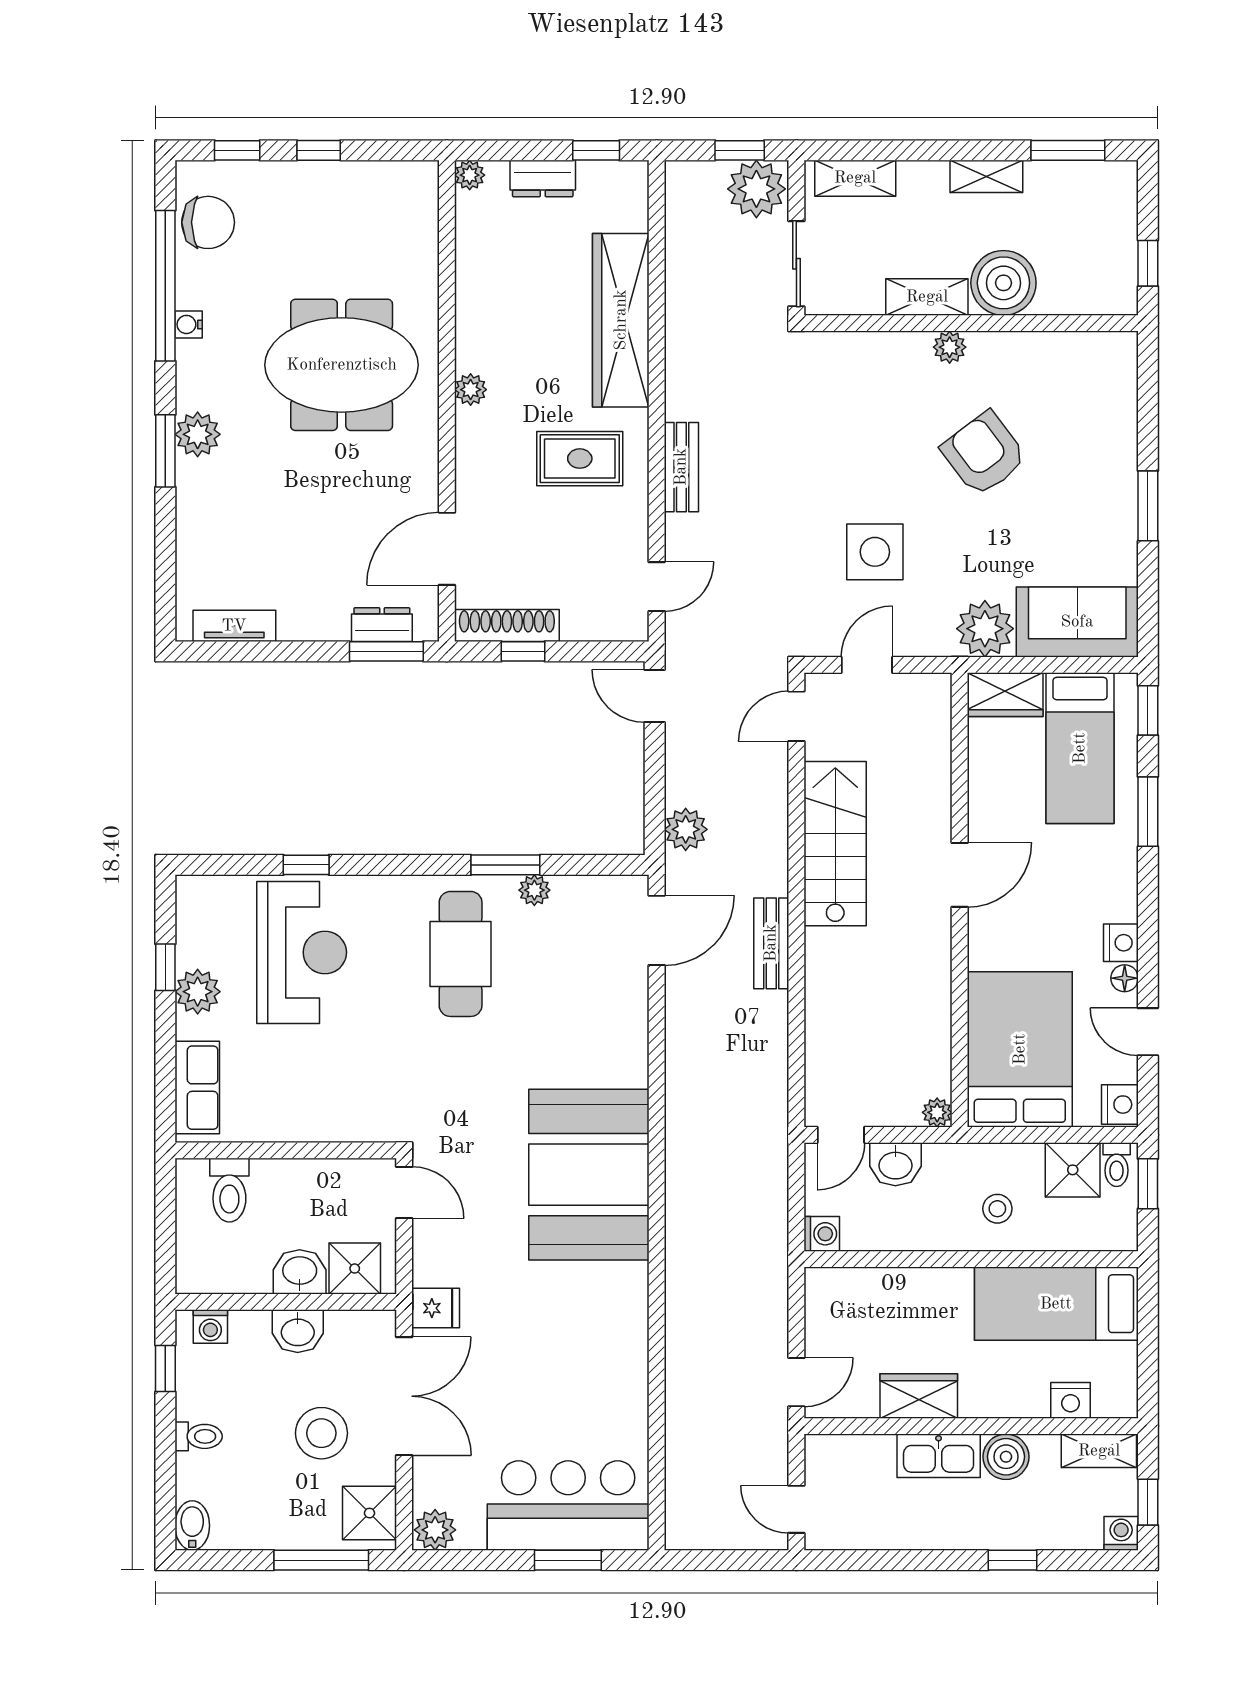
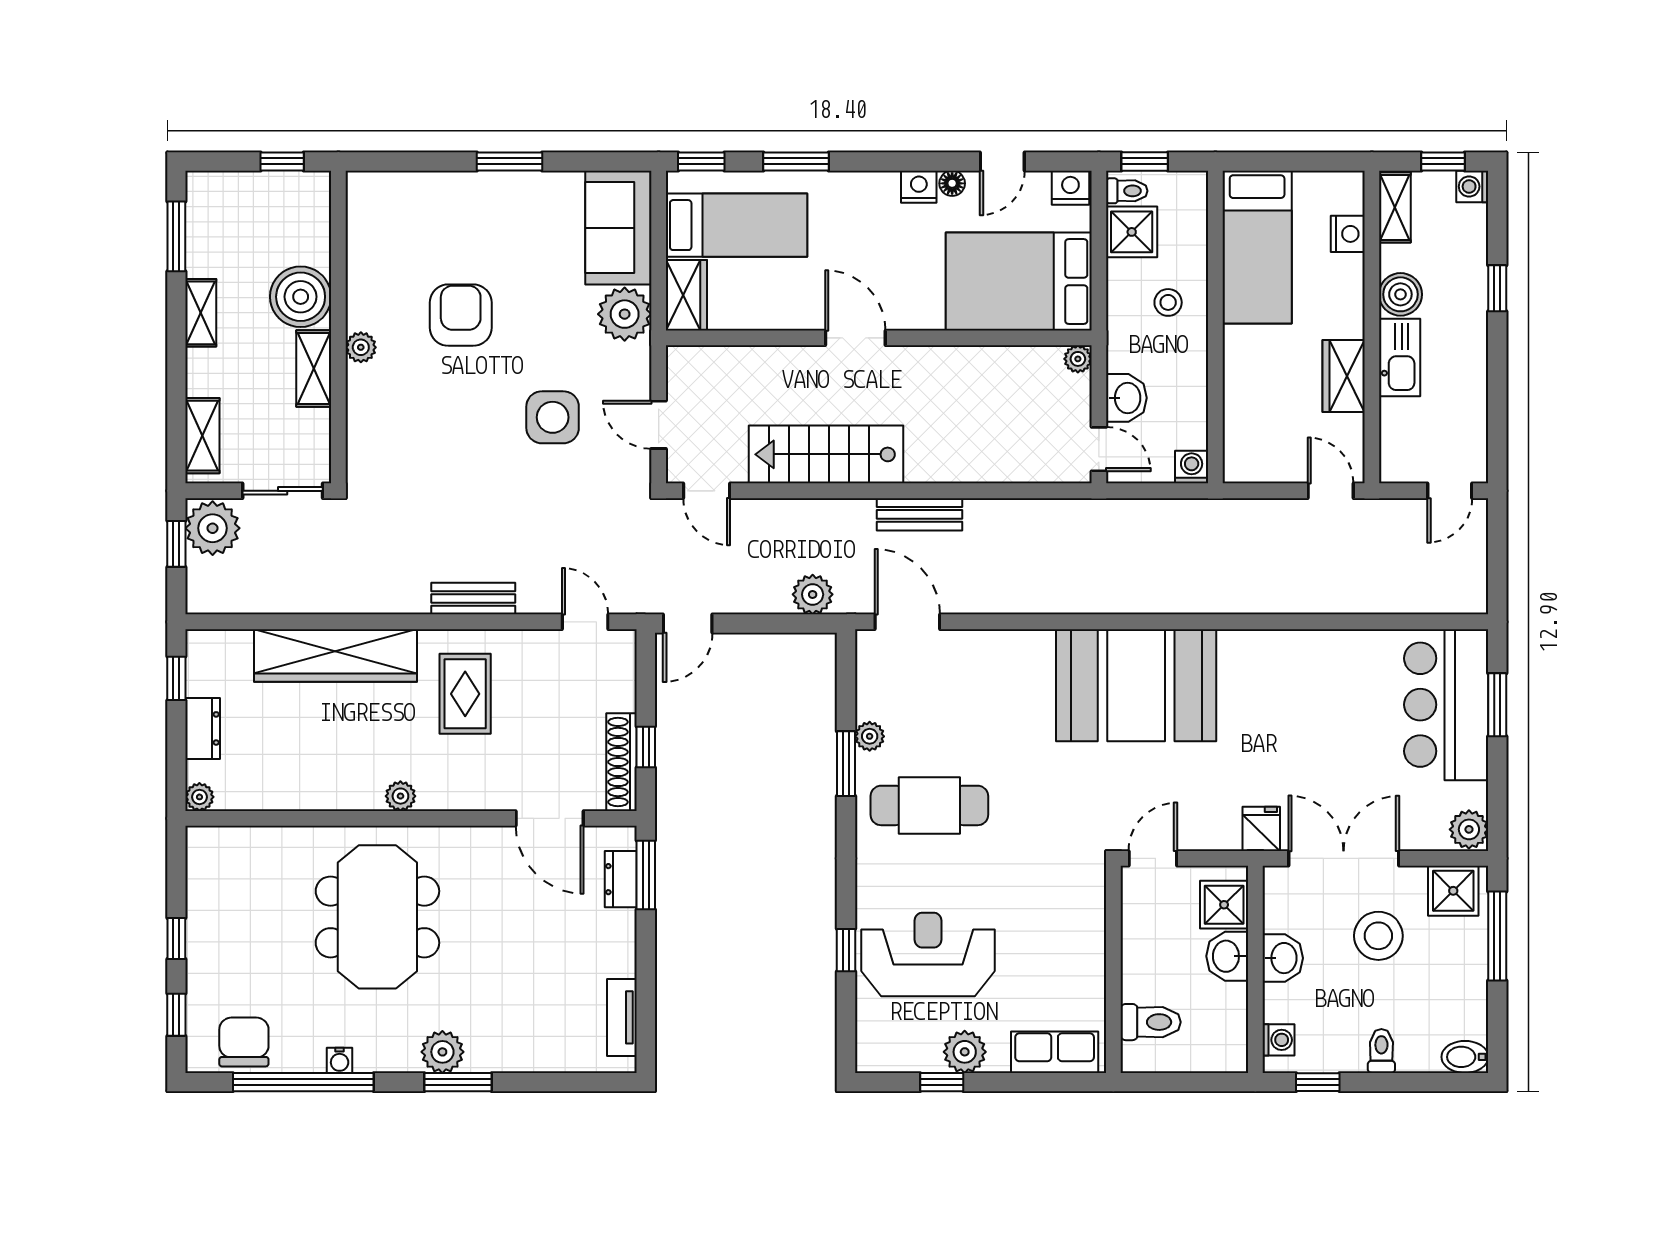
armchair: (984, 454) -> (461, 315), turned 127

